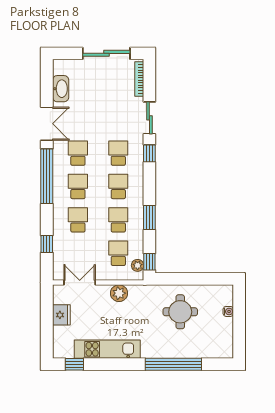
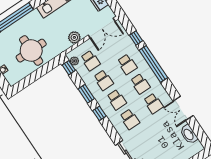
window: (149, 153) -> (99, 113), moved
window: (47, 176) -> (153, 64), moved
double door: (80, 283) -> (102, 28), width x1.37
round table: (180, 312) -> (31, 51), width x1.36, depth x1.36

